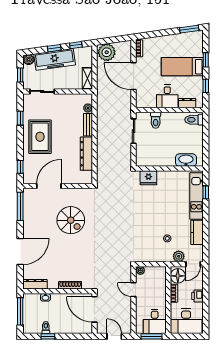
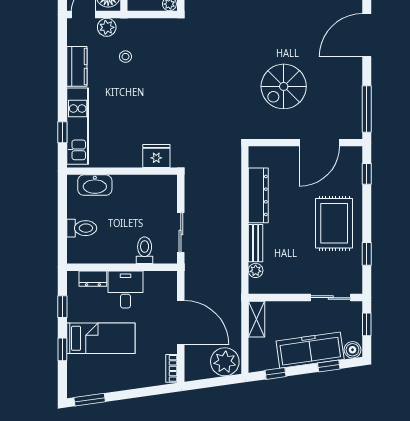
window: (54, 48) -> (329, 366), moved
toilet: (194, 120) -> (82, 228), moved
spiral stairs: (71, 220) -> (284, 86), turned -90

